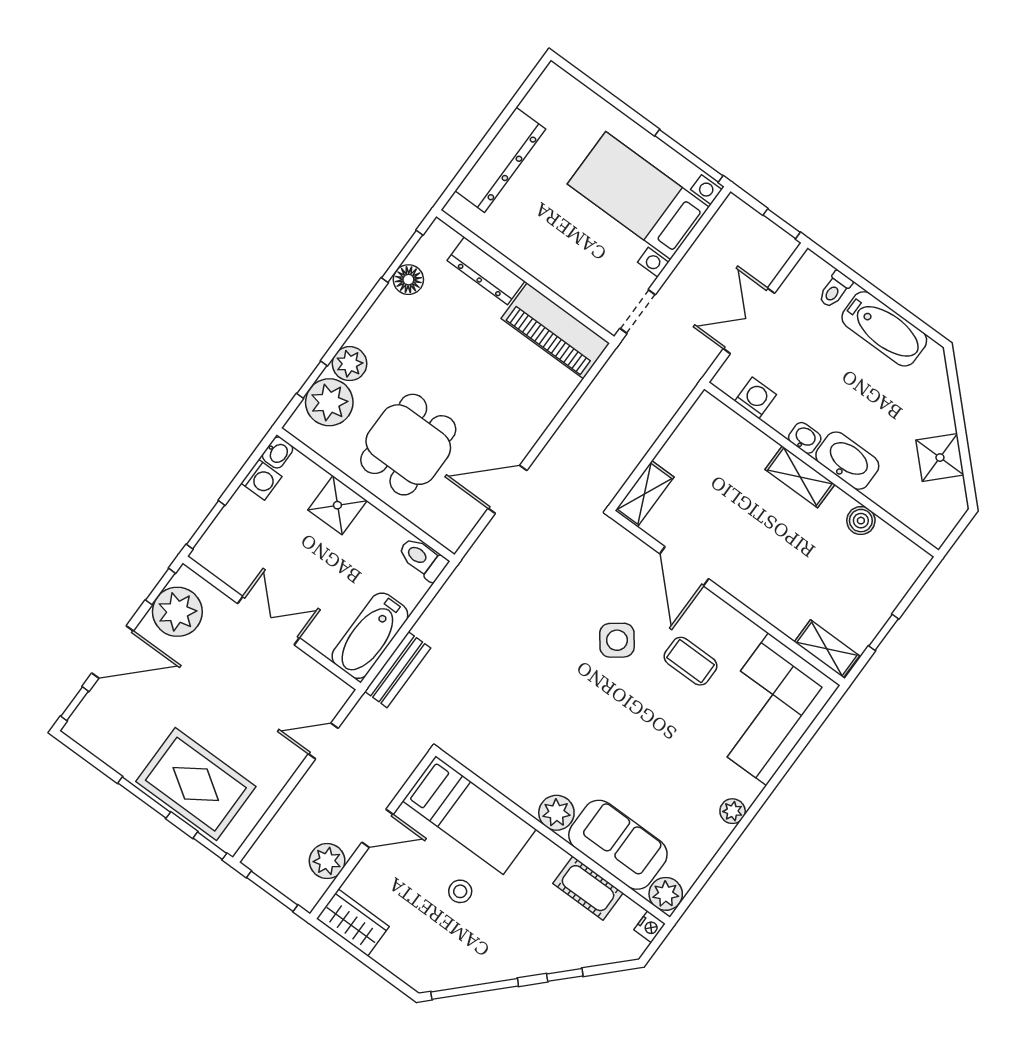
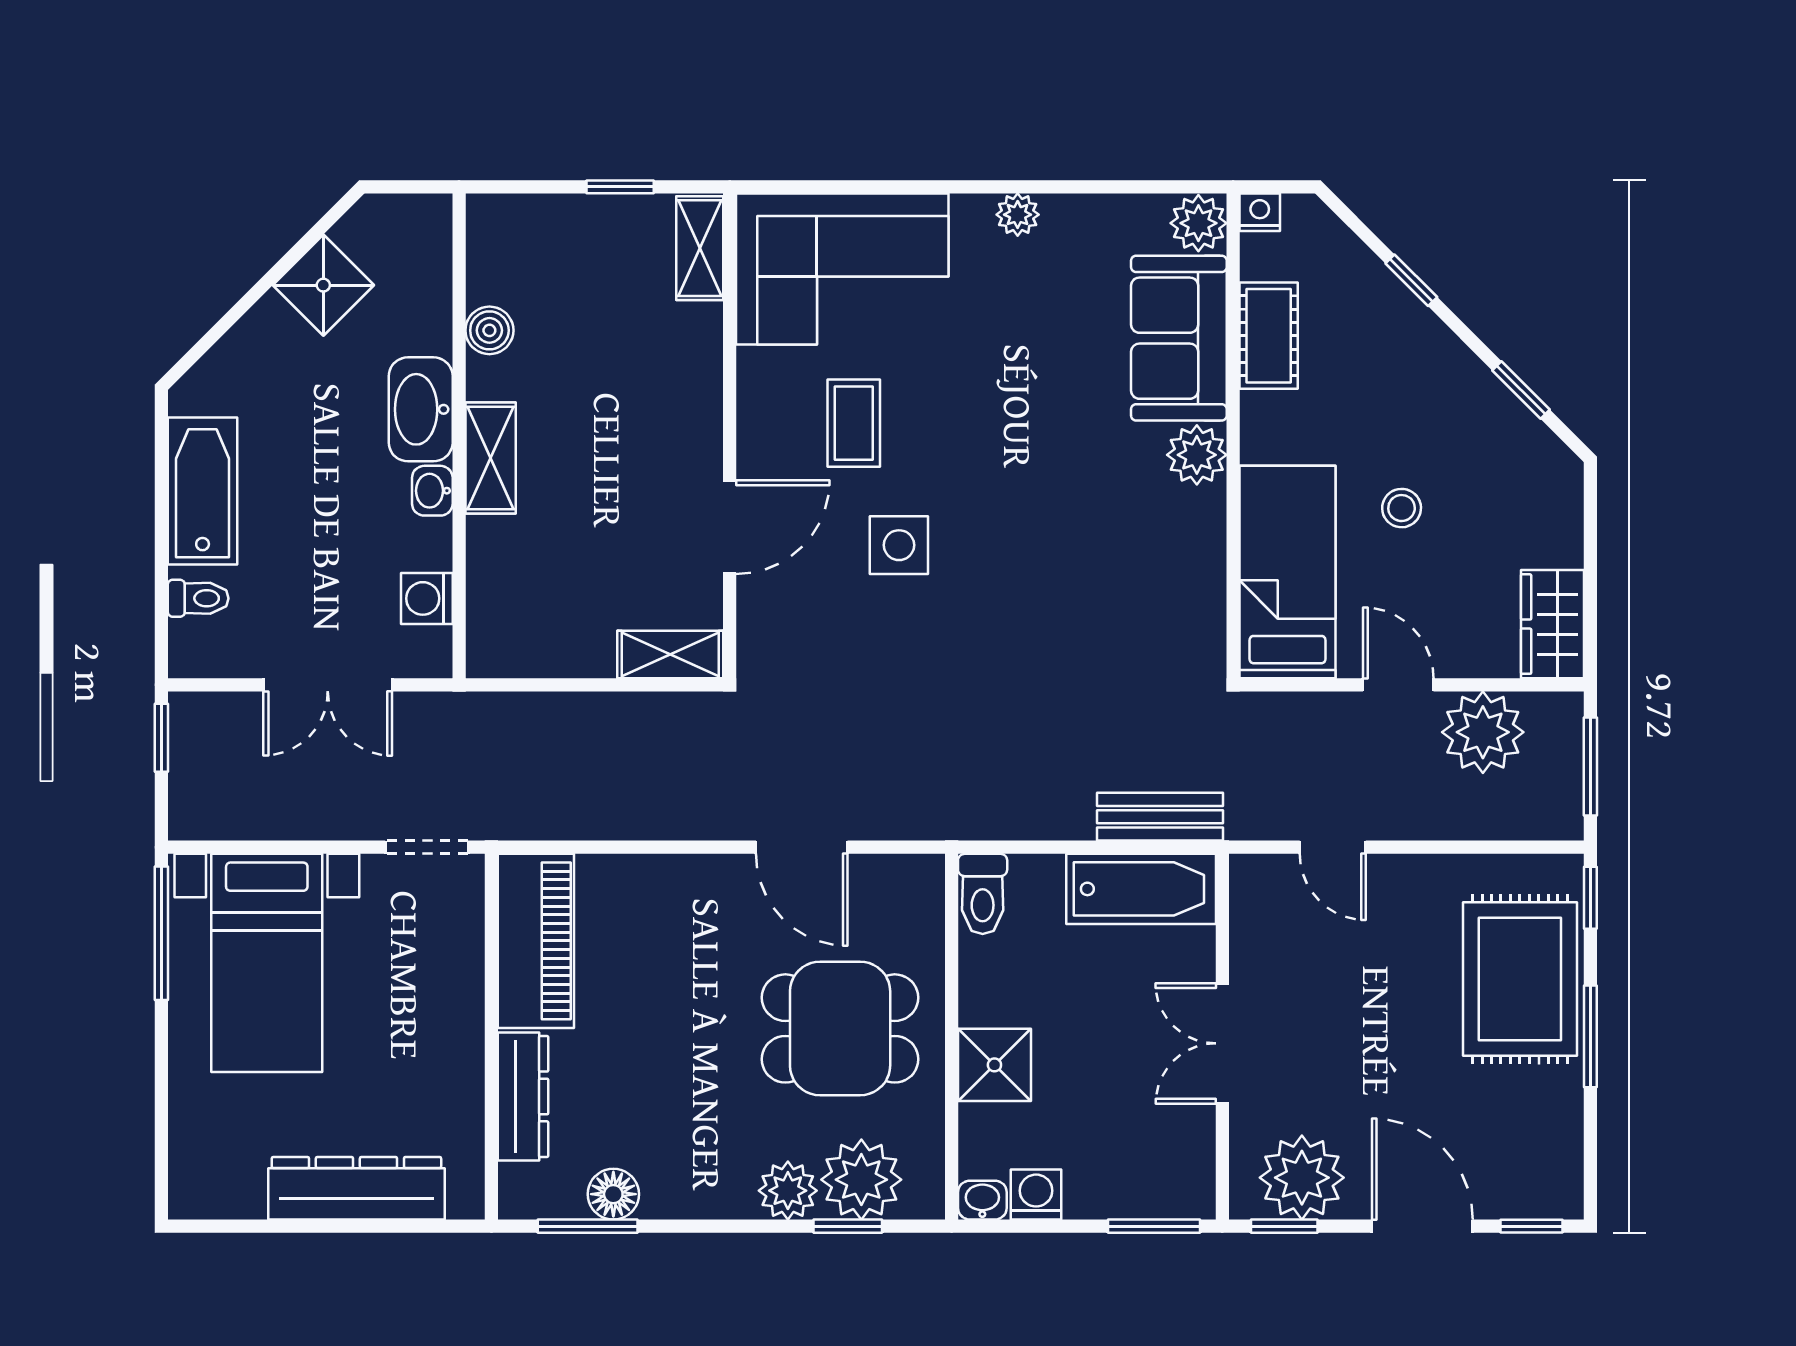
side table: (617, 640) -> (899, 545), turned 37
plant: (327, 861) -> (1483, 732), width x1.36, depth x1.36
window: (475, 989) -> (1521, 390), width x0.46

